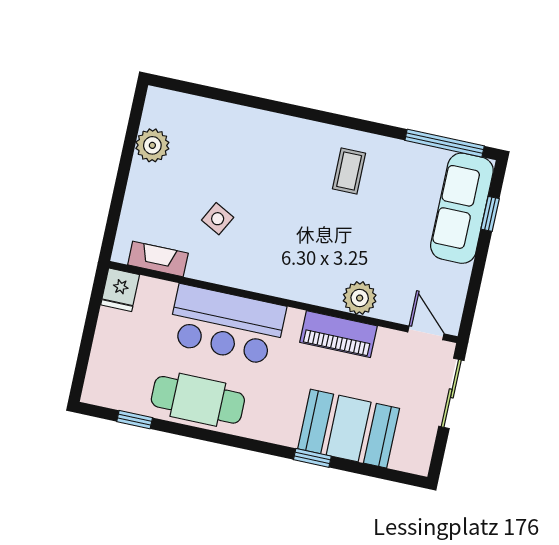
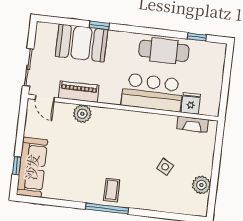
window: (445, 143) -> (107, 208), moved
coffee table: (349, 171) -> (112, 190), moved
side table: (218, 219) -> (165, 167), moved
fridge: (120, 290) -> (191, 103), moved
piano: (338, 334) -> (79, 92), moved

